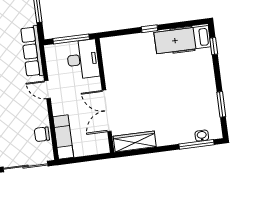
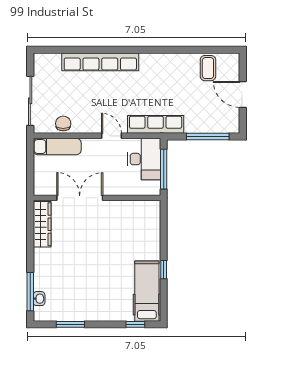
window: (150, 29) -> (164, 270), moved
desk: (83, 59) -> (144, 159), moved, turned -90
door: (47, 90) -> (111, 136), hinge flipped

